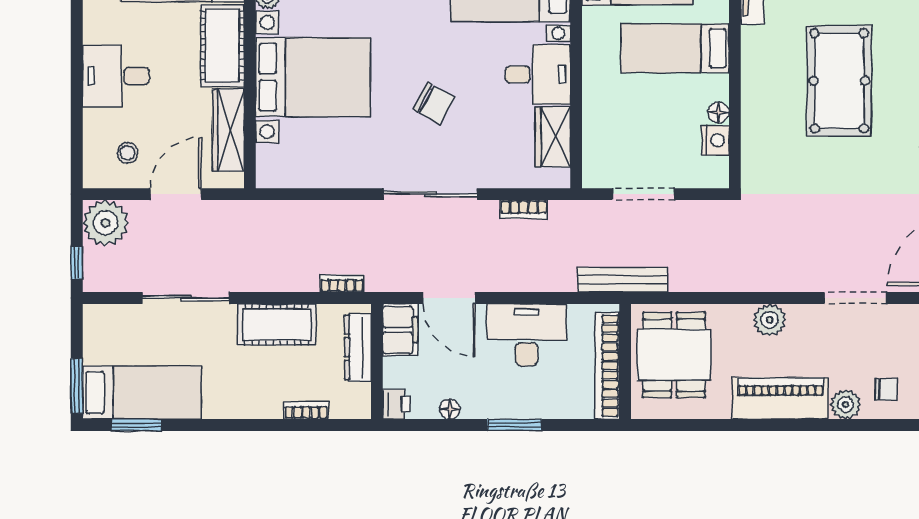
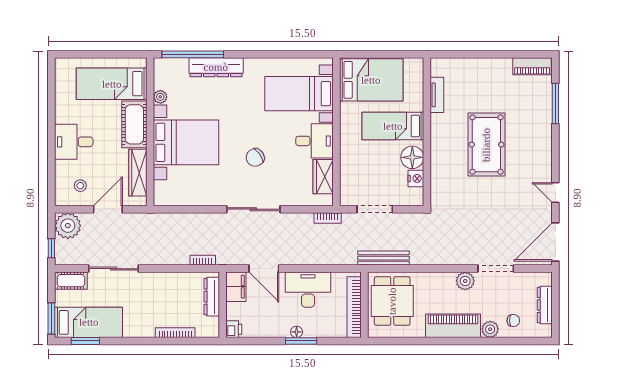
chair: (434, 103) -> (255, 157), turned 116
floor lamp: (719, 113) -> (412, 157), width x1.89, depth x1.89
bookcase: (524, 209) -> (328, 218), moved
bench: (623, 280) -> (384, 258), moved
plant: (770, 320) -> (465, 281), moved
cot: (277, 325) -> (71, 281), moved, width x0.73, depth x0.75
floor lamp: (450, 409) -> (297, 332), moved
bookcase: (306, 410) -> (175, 333), width x1.56

